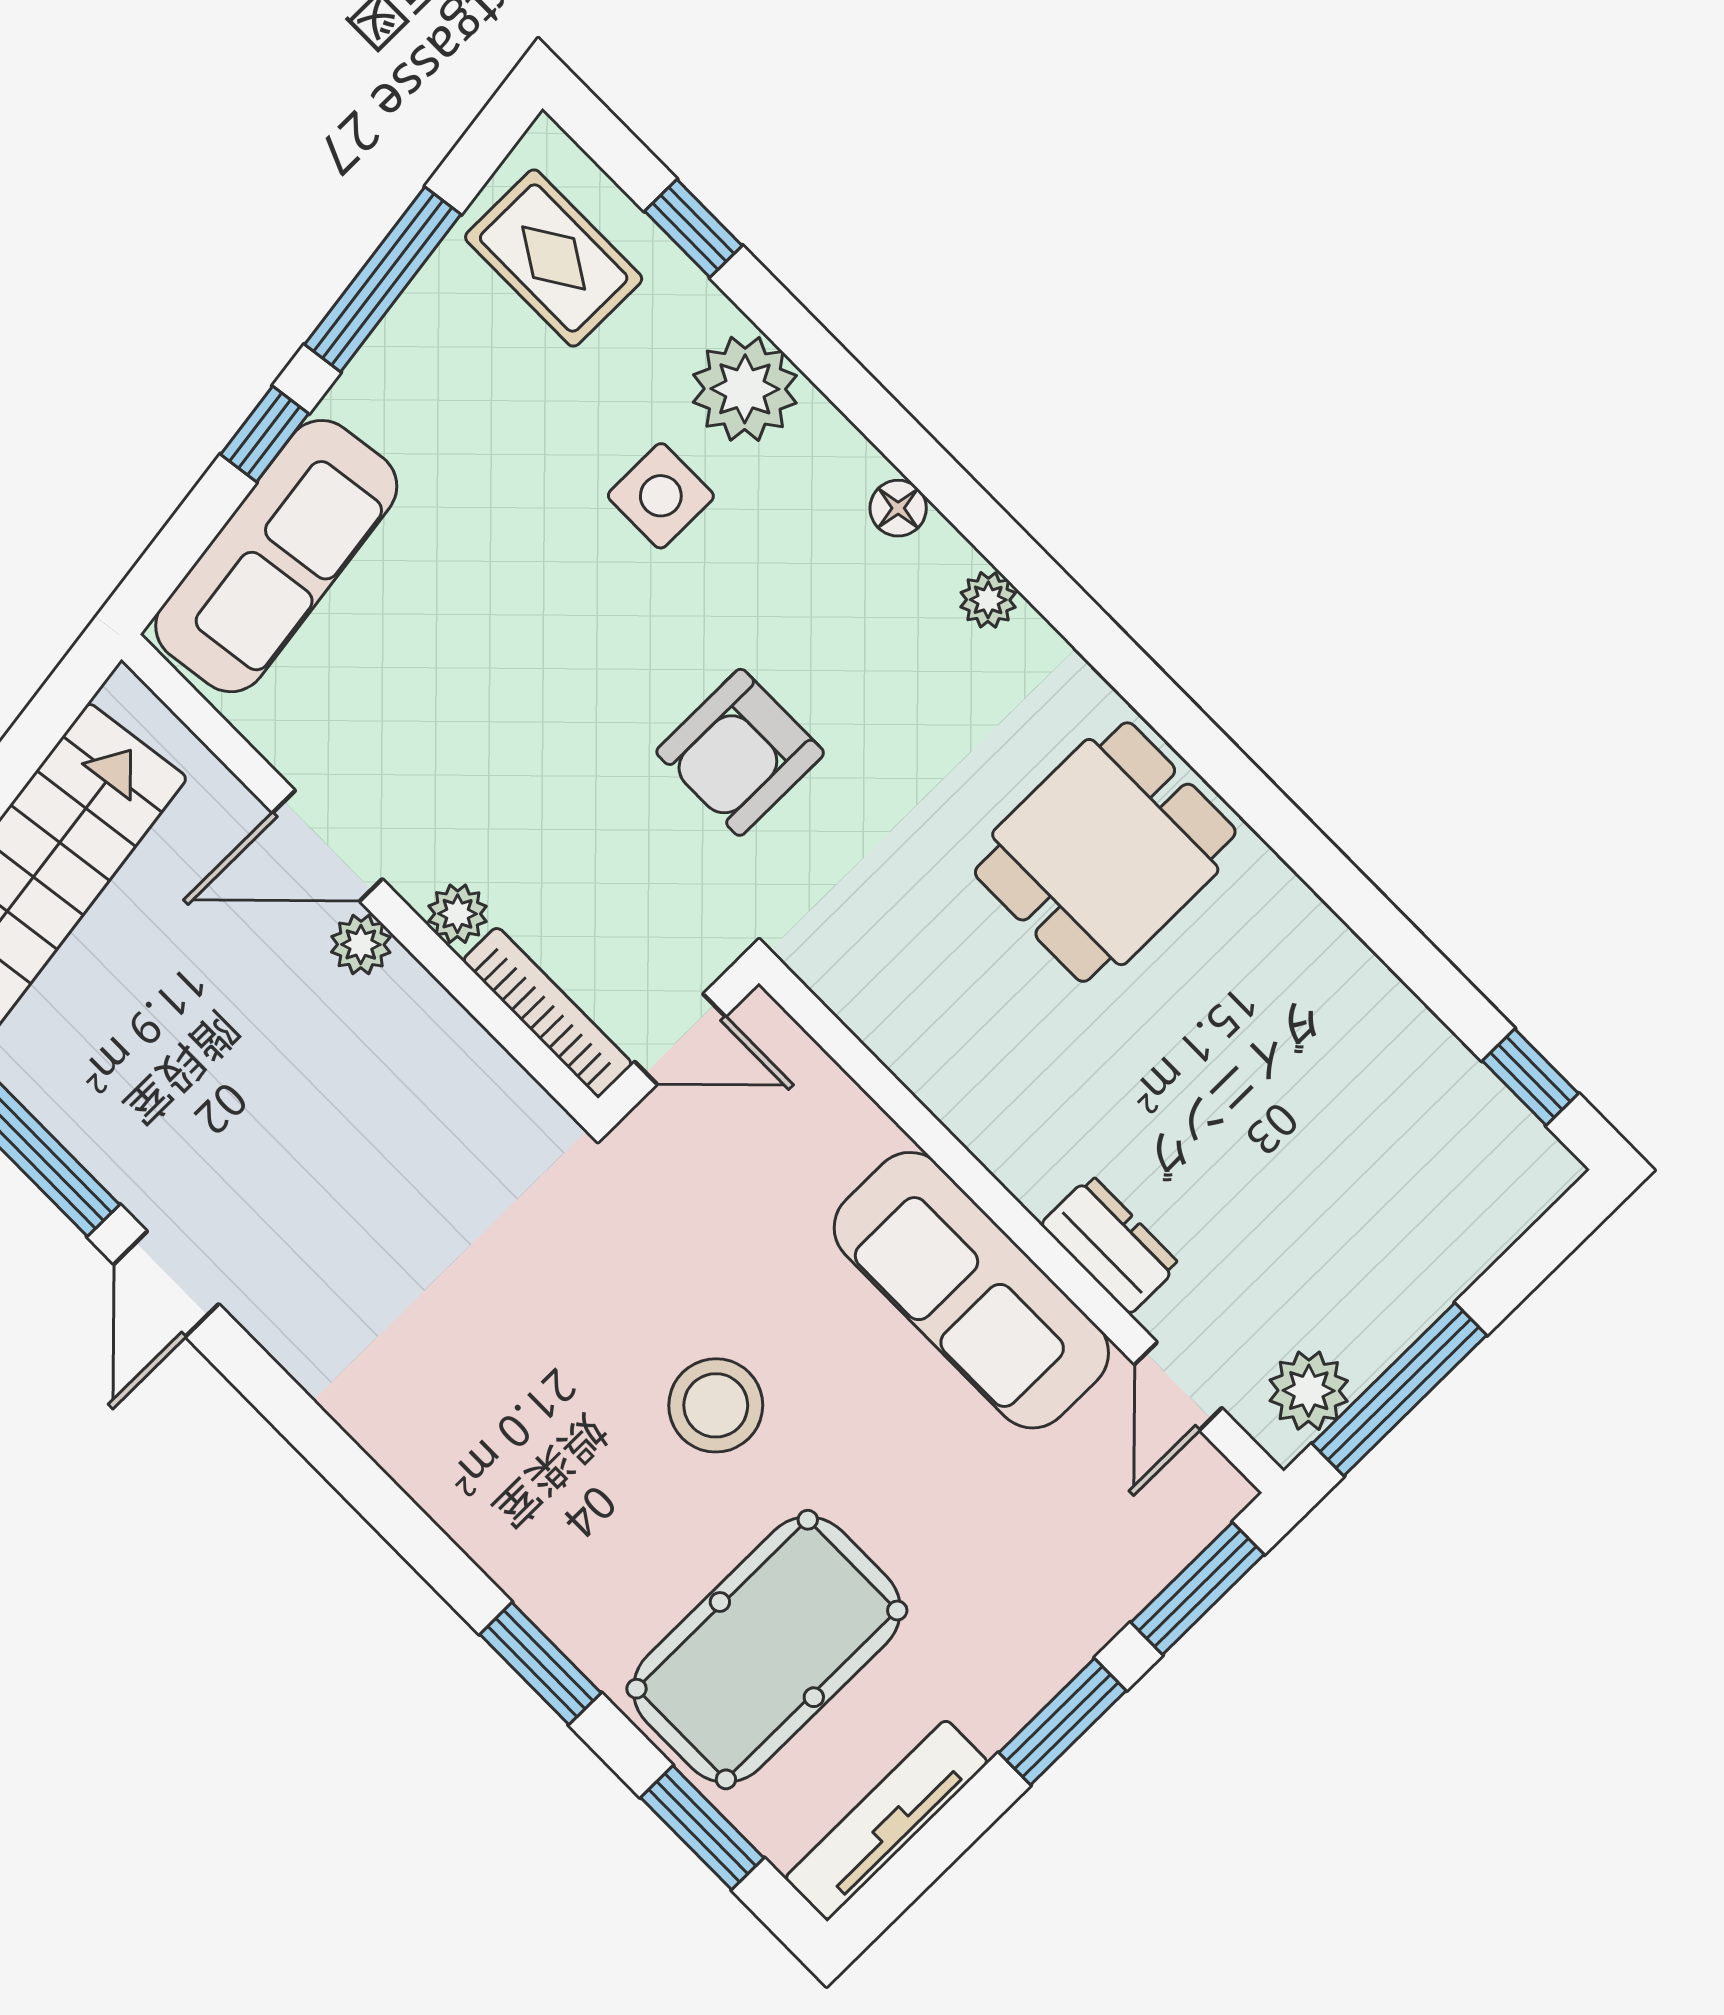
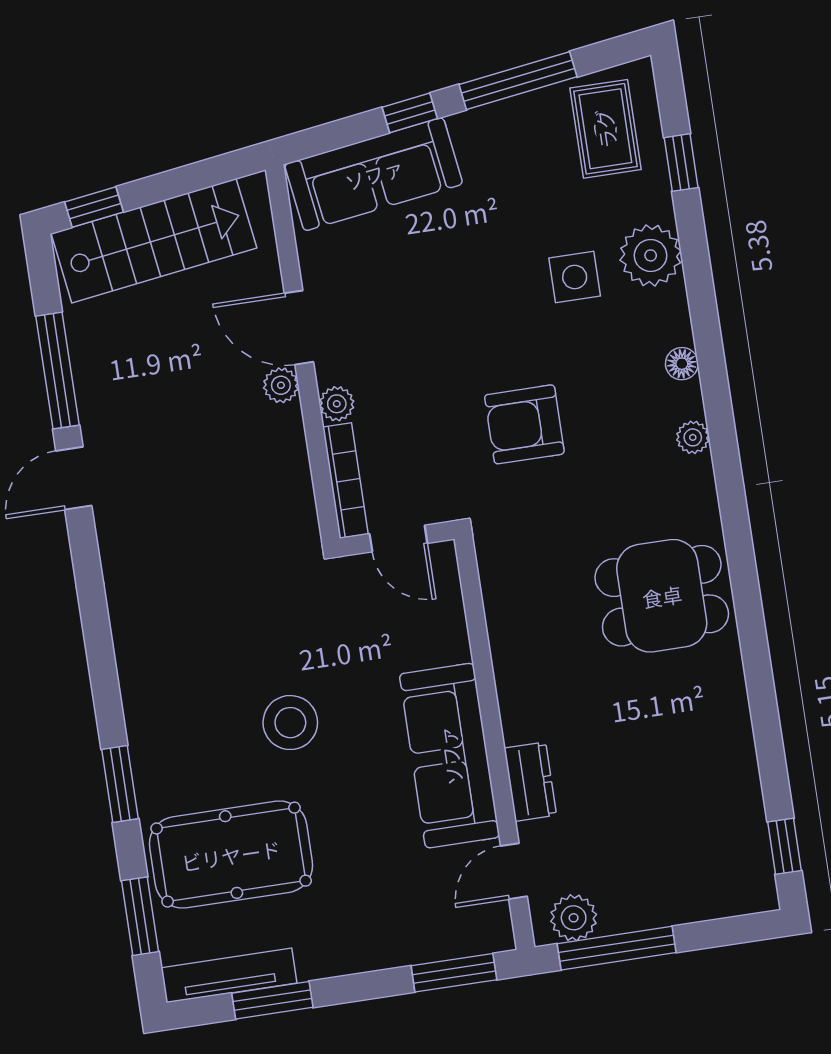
window: (1062, 1722) -> (272, 1000), moved

